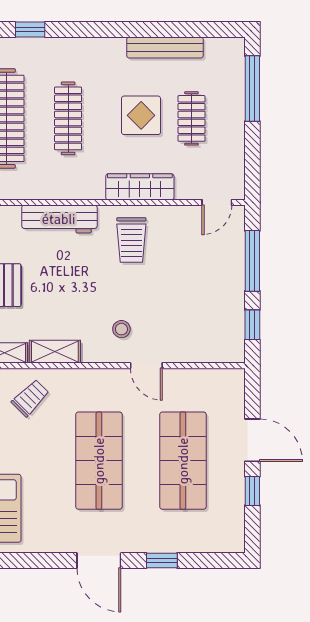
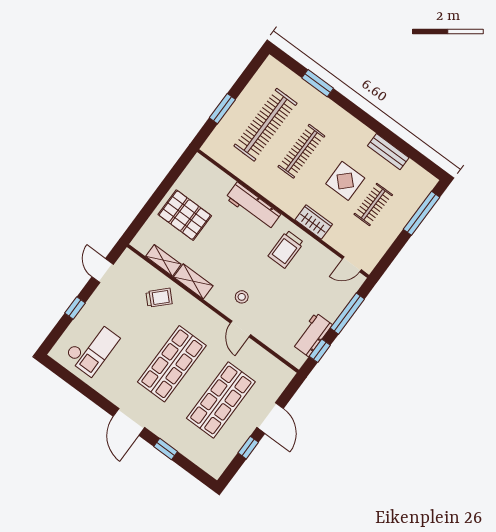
window: (30, 30) -> (318, 83), width x1.50
bench: (165, 48) -> (388, 152), width x0.73
wardrobe: (140, 187) -> (314, 222), width x0.67
workbench: (231, 313) -> (312, 335), added

